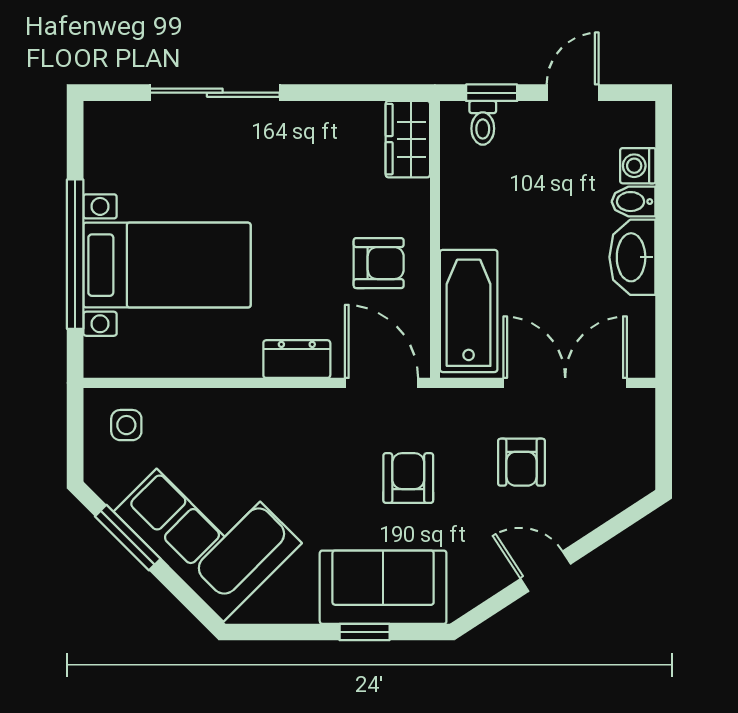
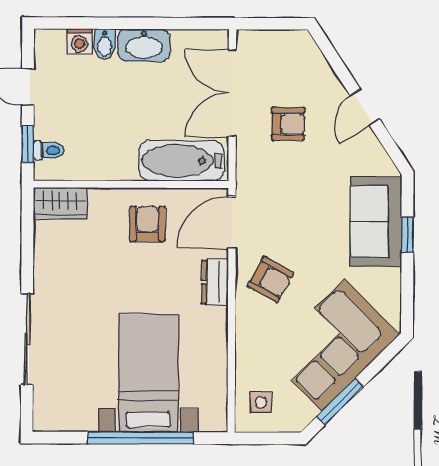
armchair: (408, 478) -> (270, 279), moved, turned -151

